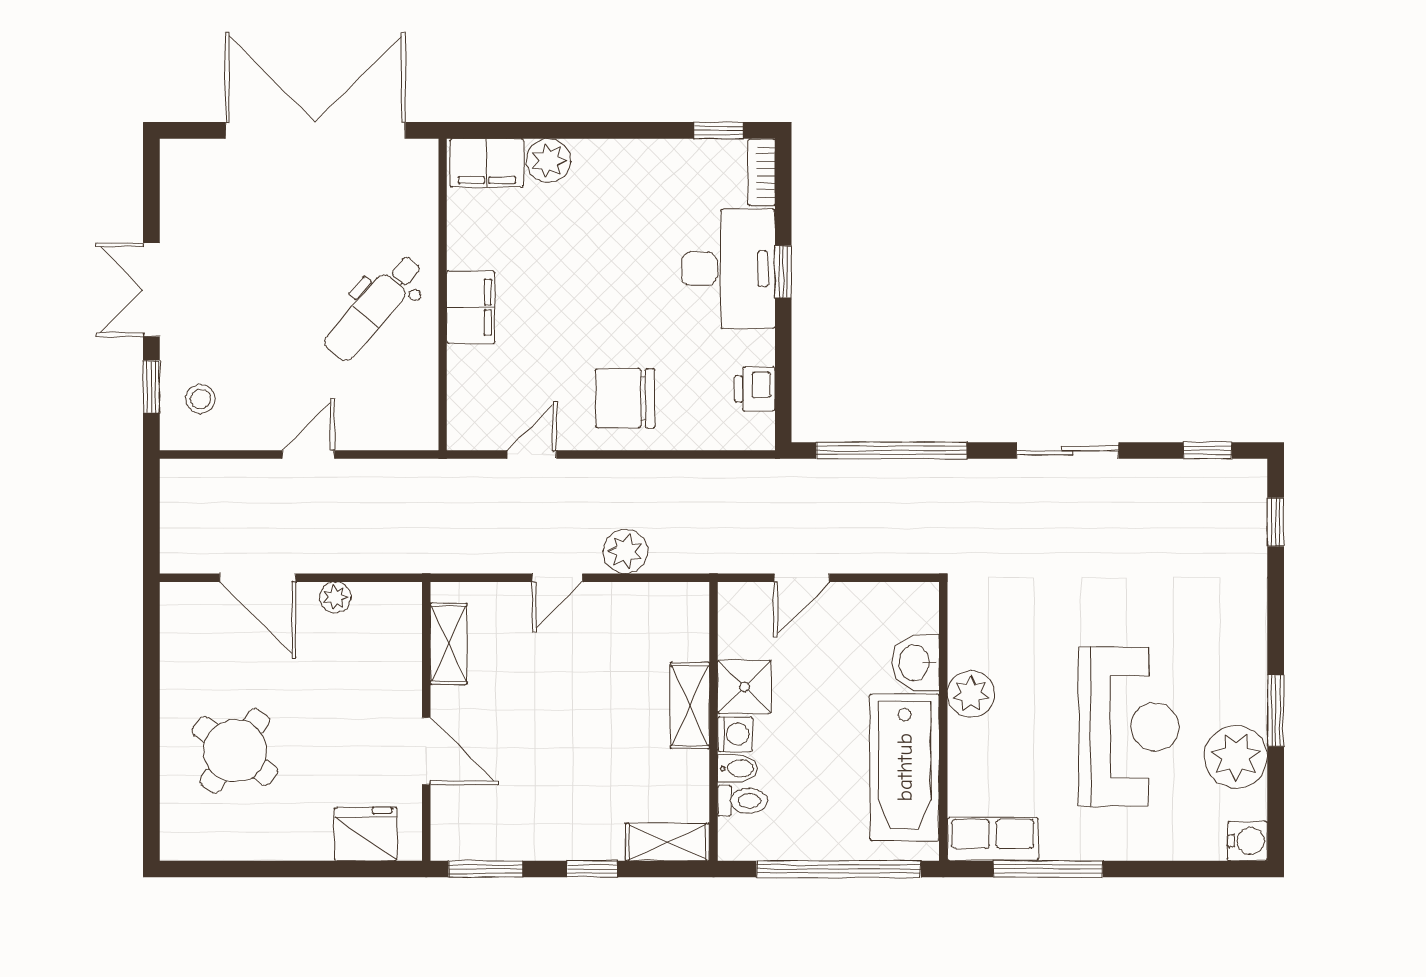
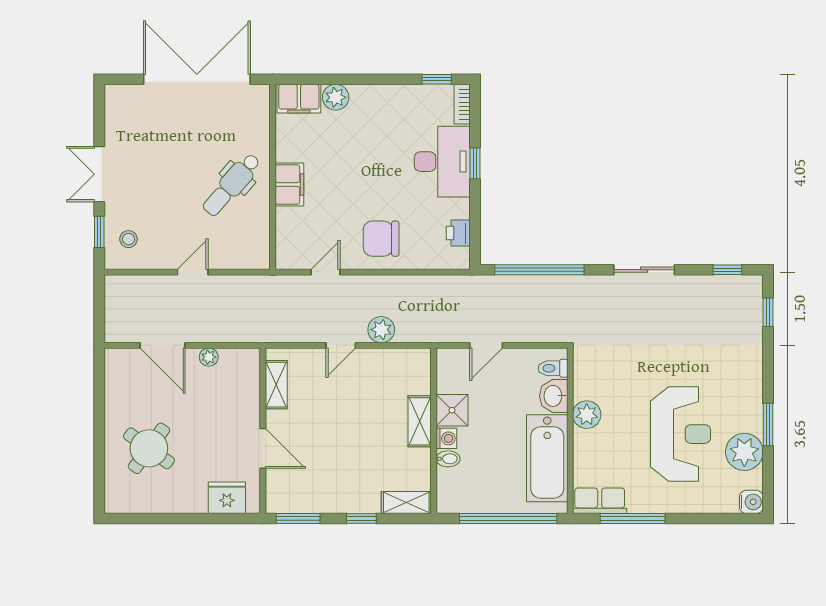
toilet: (742, 801) -> (553, 368), moved, turned 180

